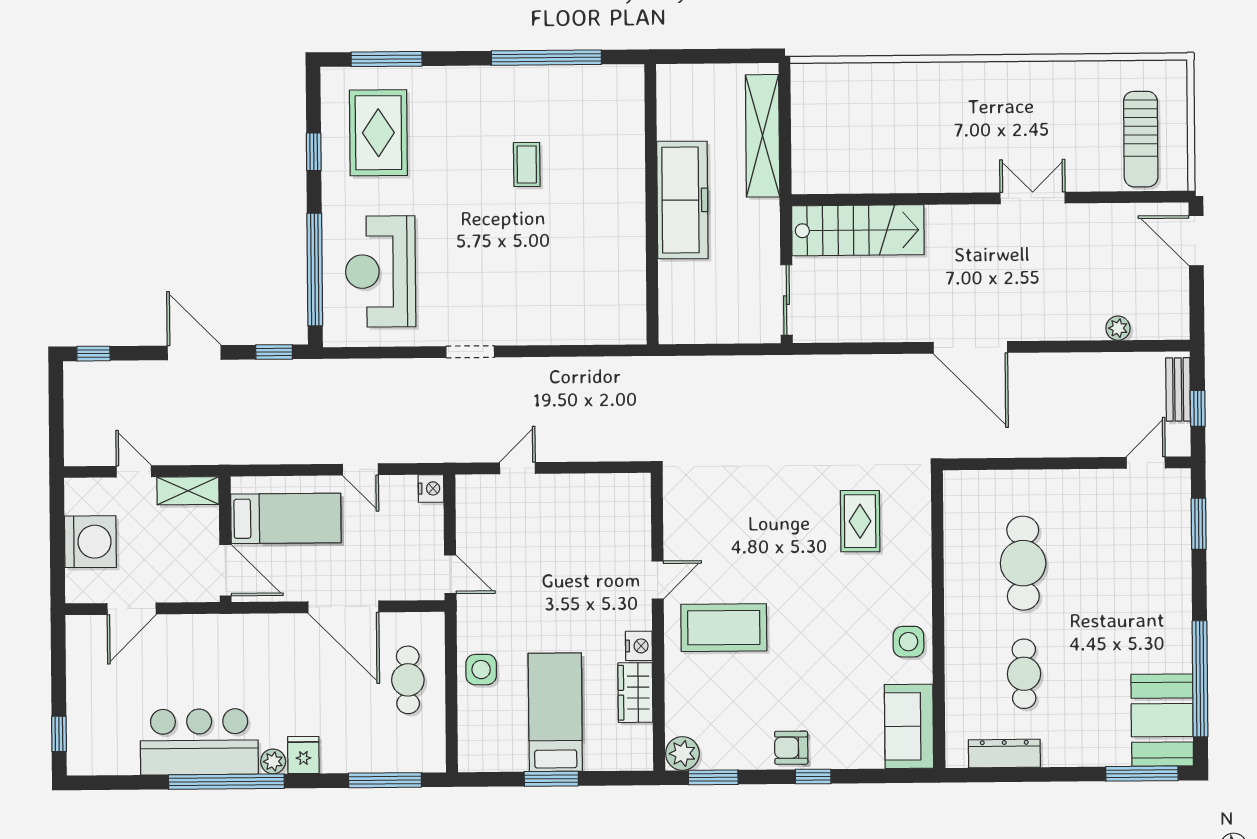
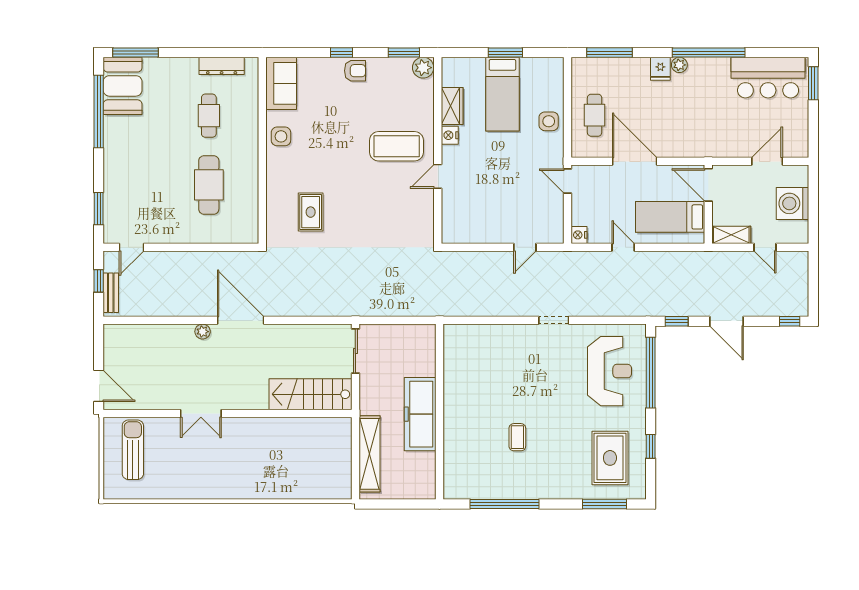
plant: (1118, 328) -> (203, 332), moved
window: (59, 734) -> (813, 83), width x1.50
bar counter: (199, 742) -> (768, 78), moved

